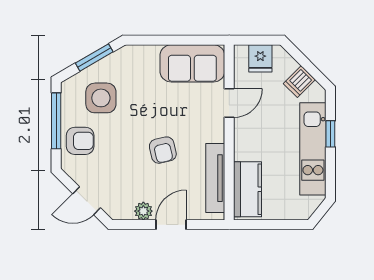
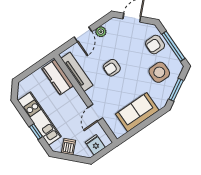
sofa: (192, 63) -> (137, 112), moved
armchair: (163, 150) -> (112, 68), turned -77

